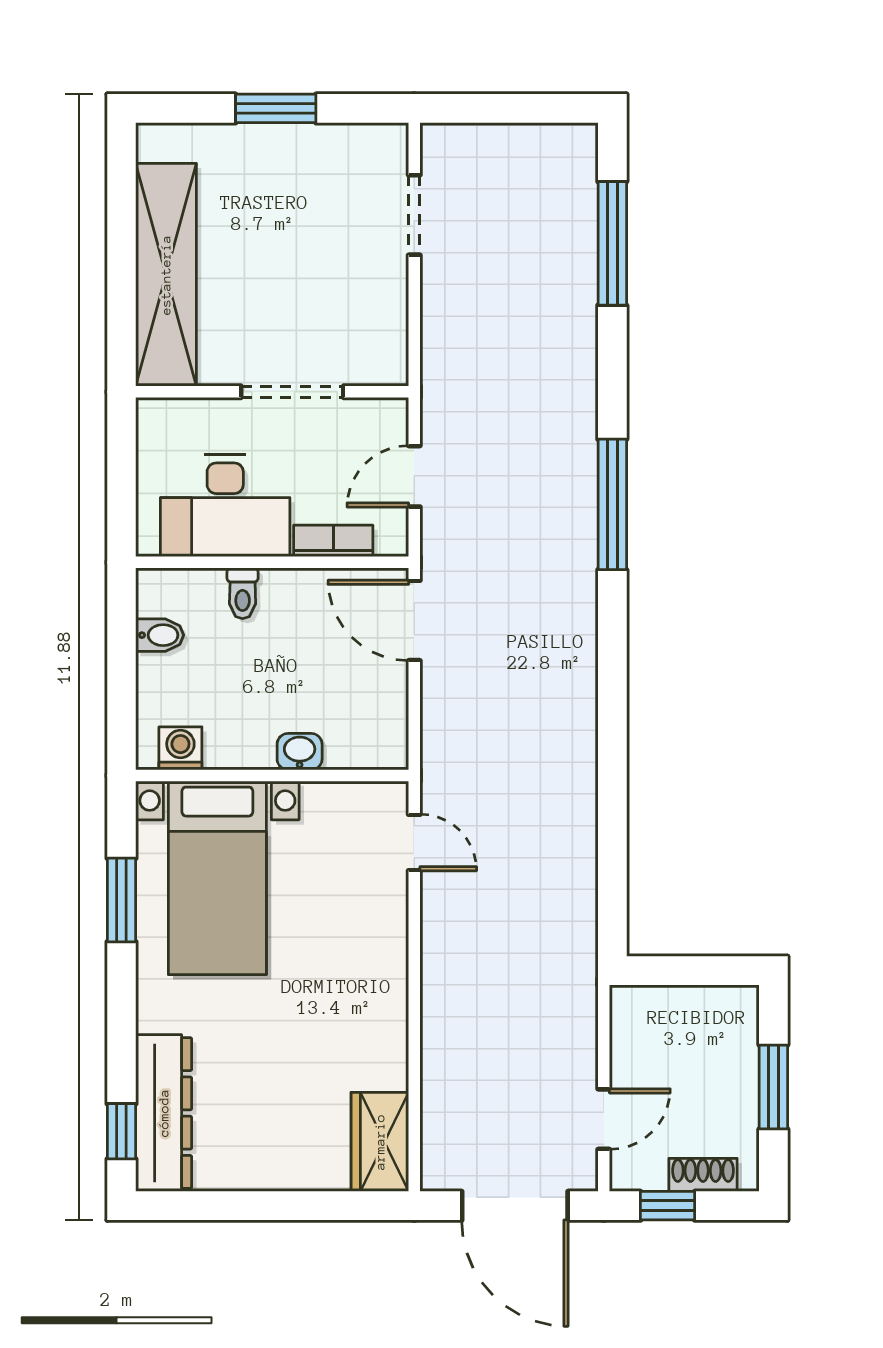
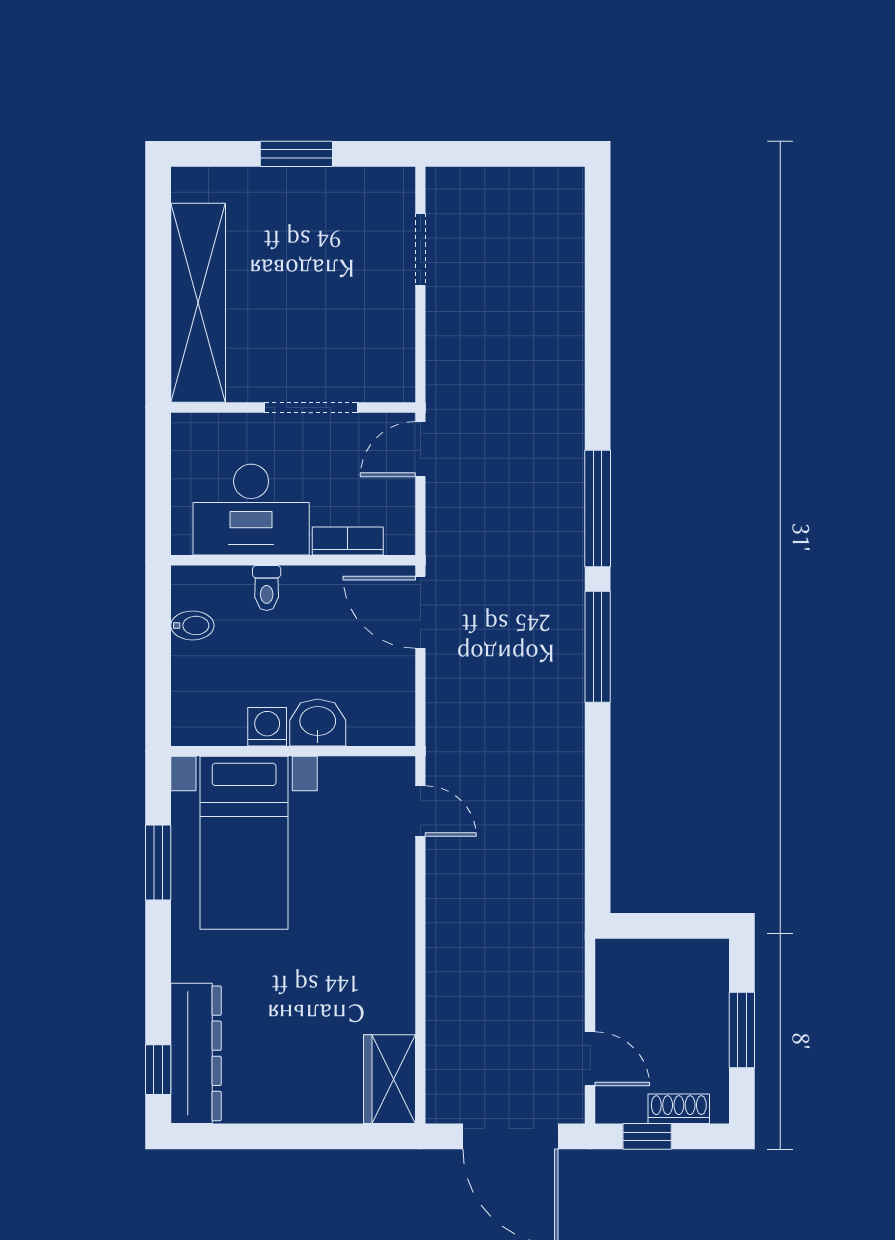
window: (612, 243) -> (598, 647), moved
door: (414, 476) -> (420, 449), moved
washing machine: (180, 748) -> (267, 727), moved
washbasin: (300, 752) -> (318, 722), width x1.38, depth x1.45
door: (604, 1119) -> (590, 1059), hinge flipped

